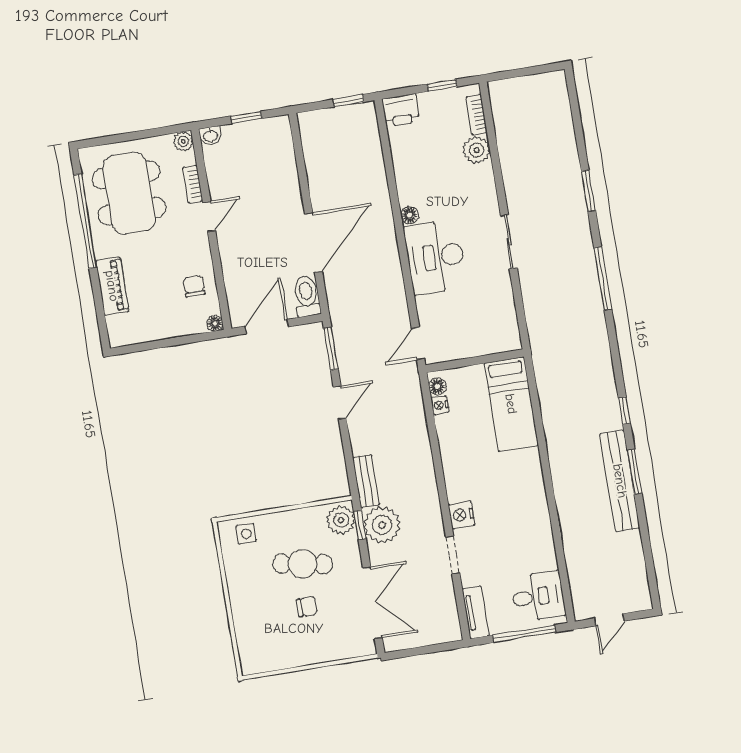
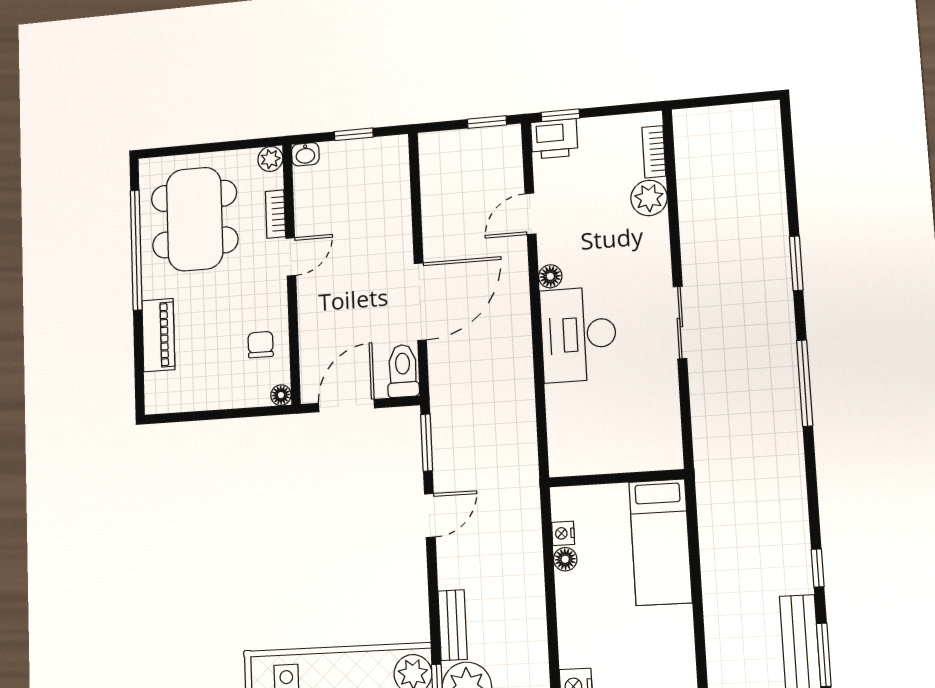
window: (442, 85) -> (560, 115), moved
door: (418, 344) -> (530, 214), moved
floor lamp: (437, 386) -> (565, 559), moved

